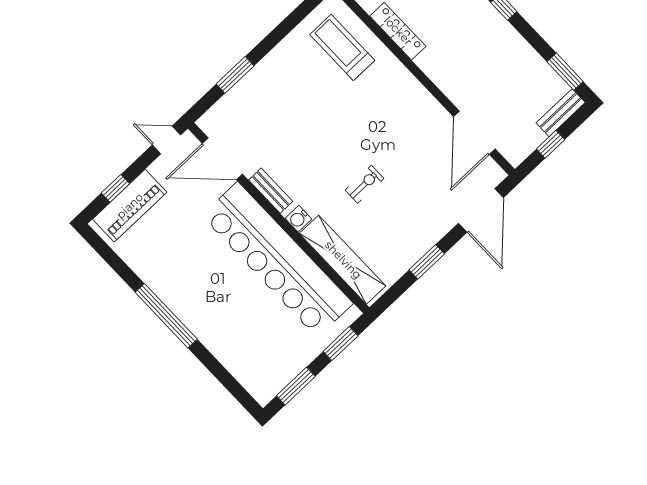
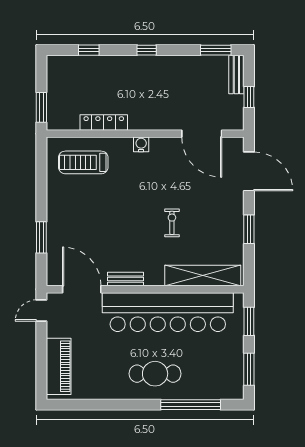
door: (222, 159) -> (82, 289), swing flipped
window: (115, 188) -> (41, 365), removed
water cooler: (298, 219) -> (141, 144), moved, turned 180
cafe table: (208, 302) -> (155, 374), added
window: (166, 316) -> (191, 405), moved

